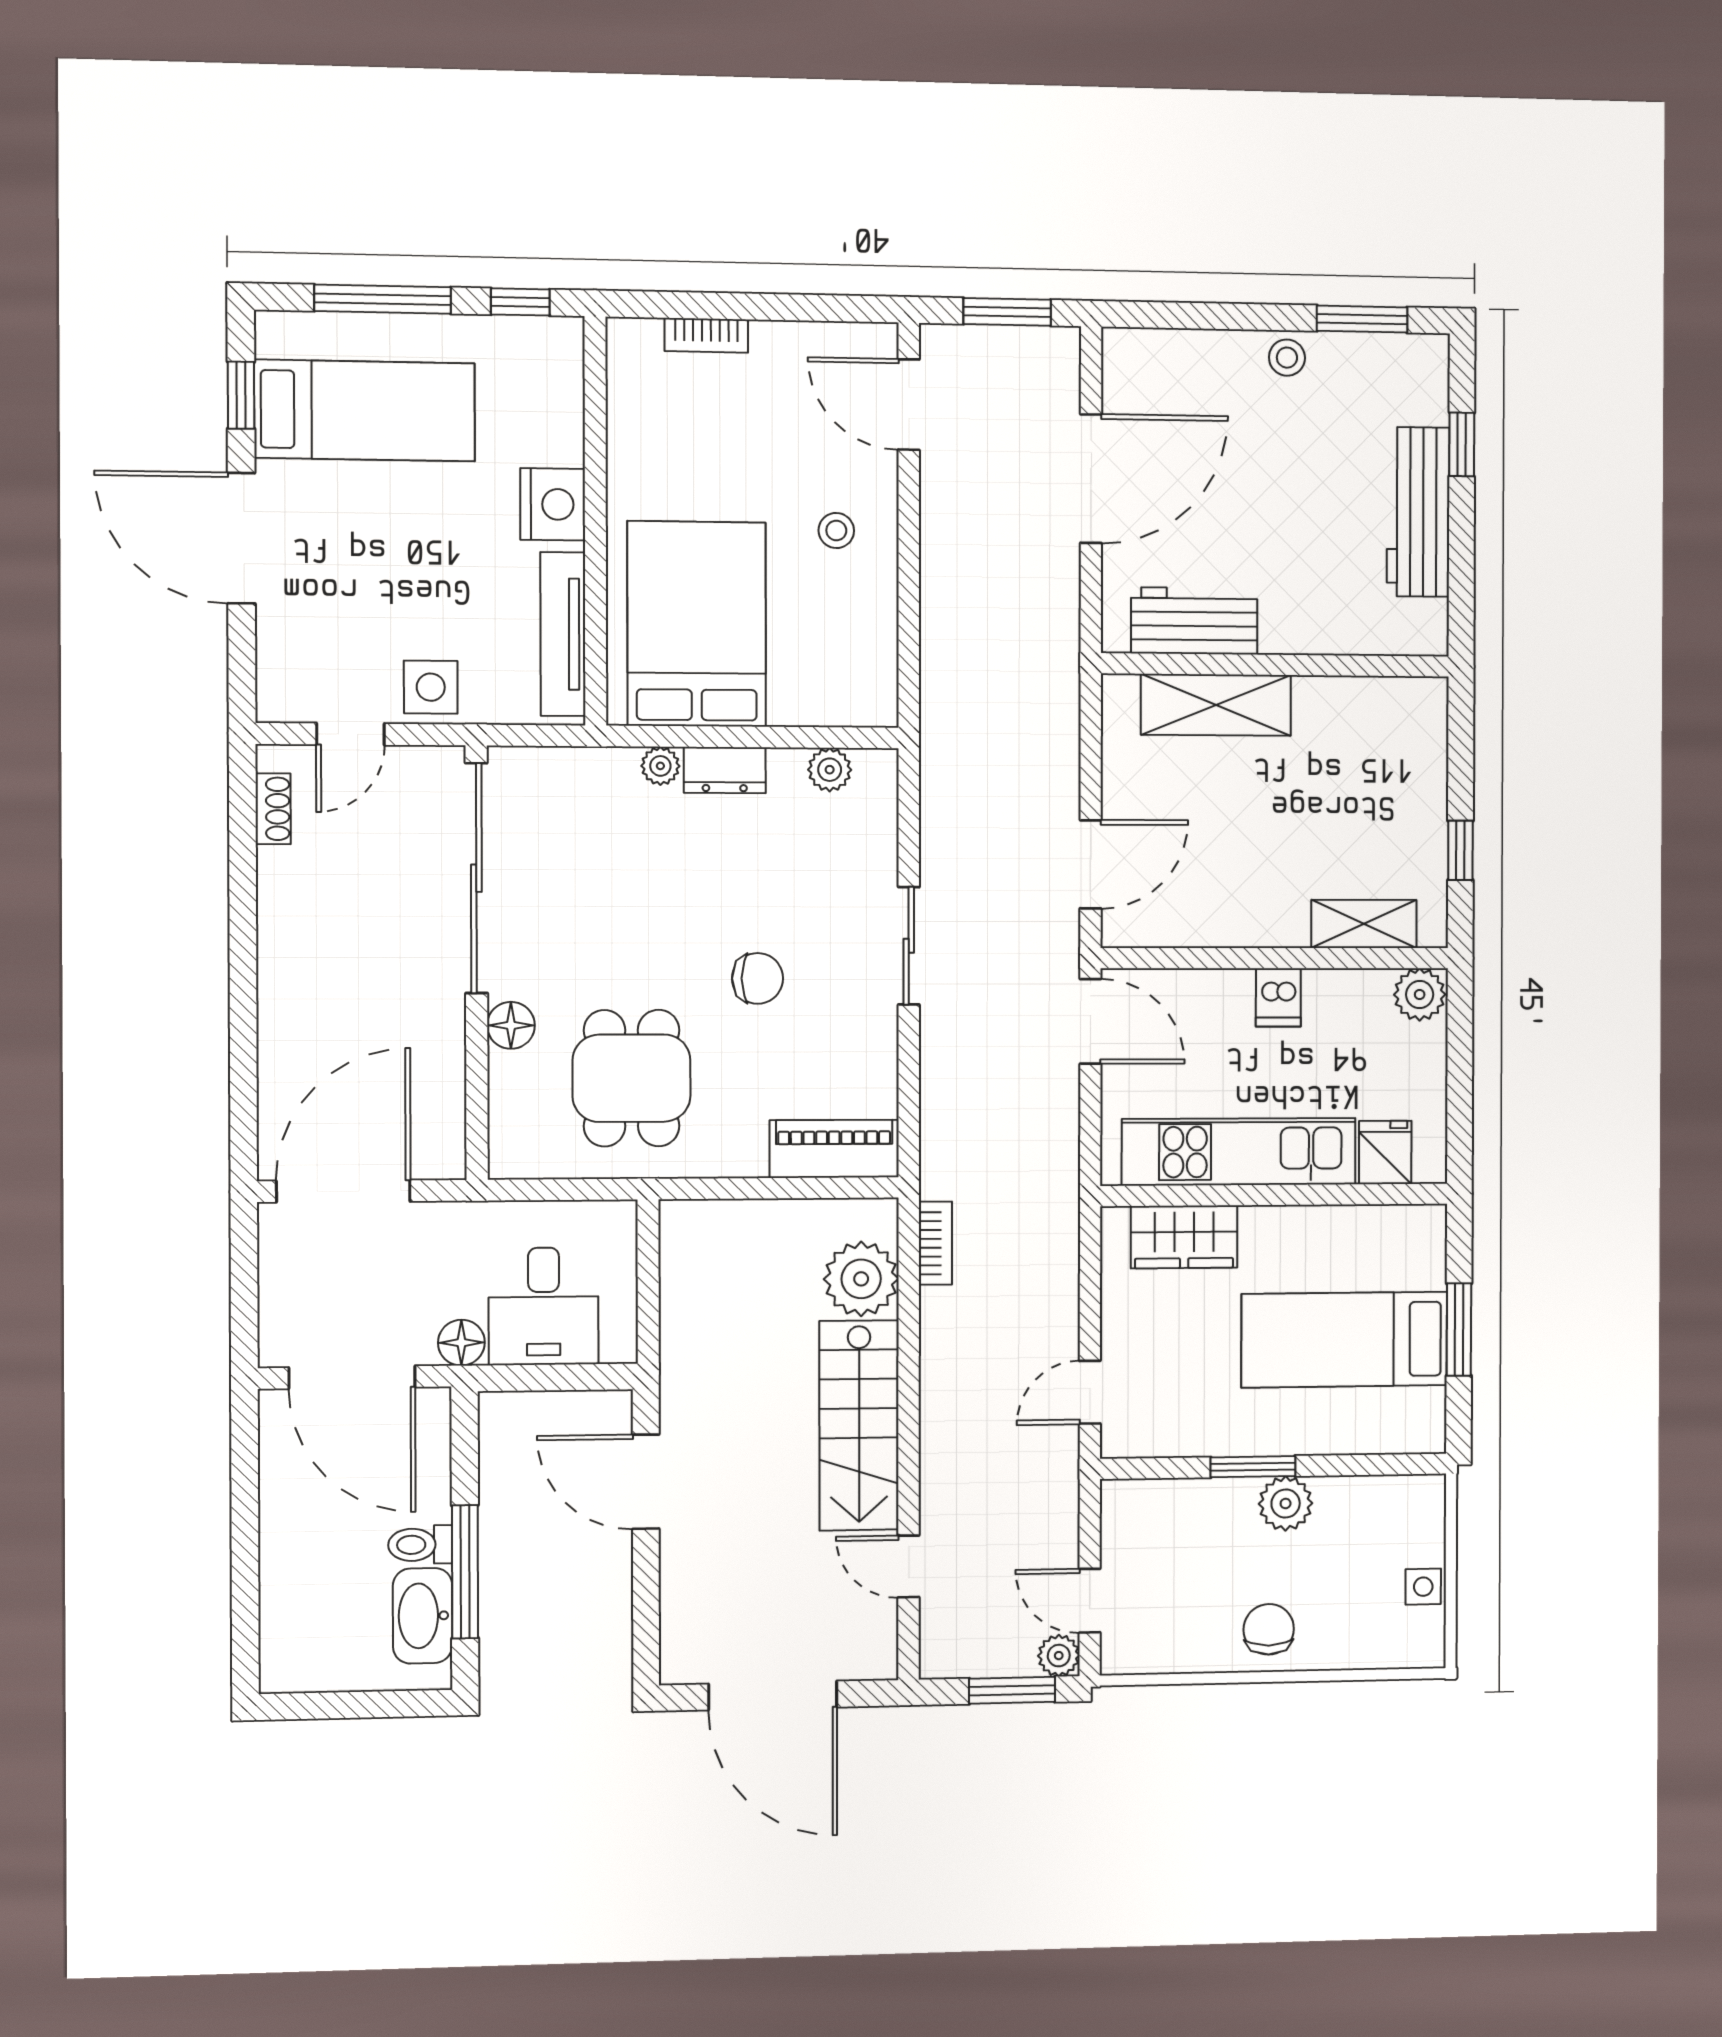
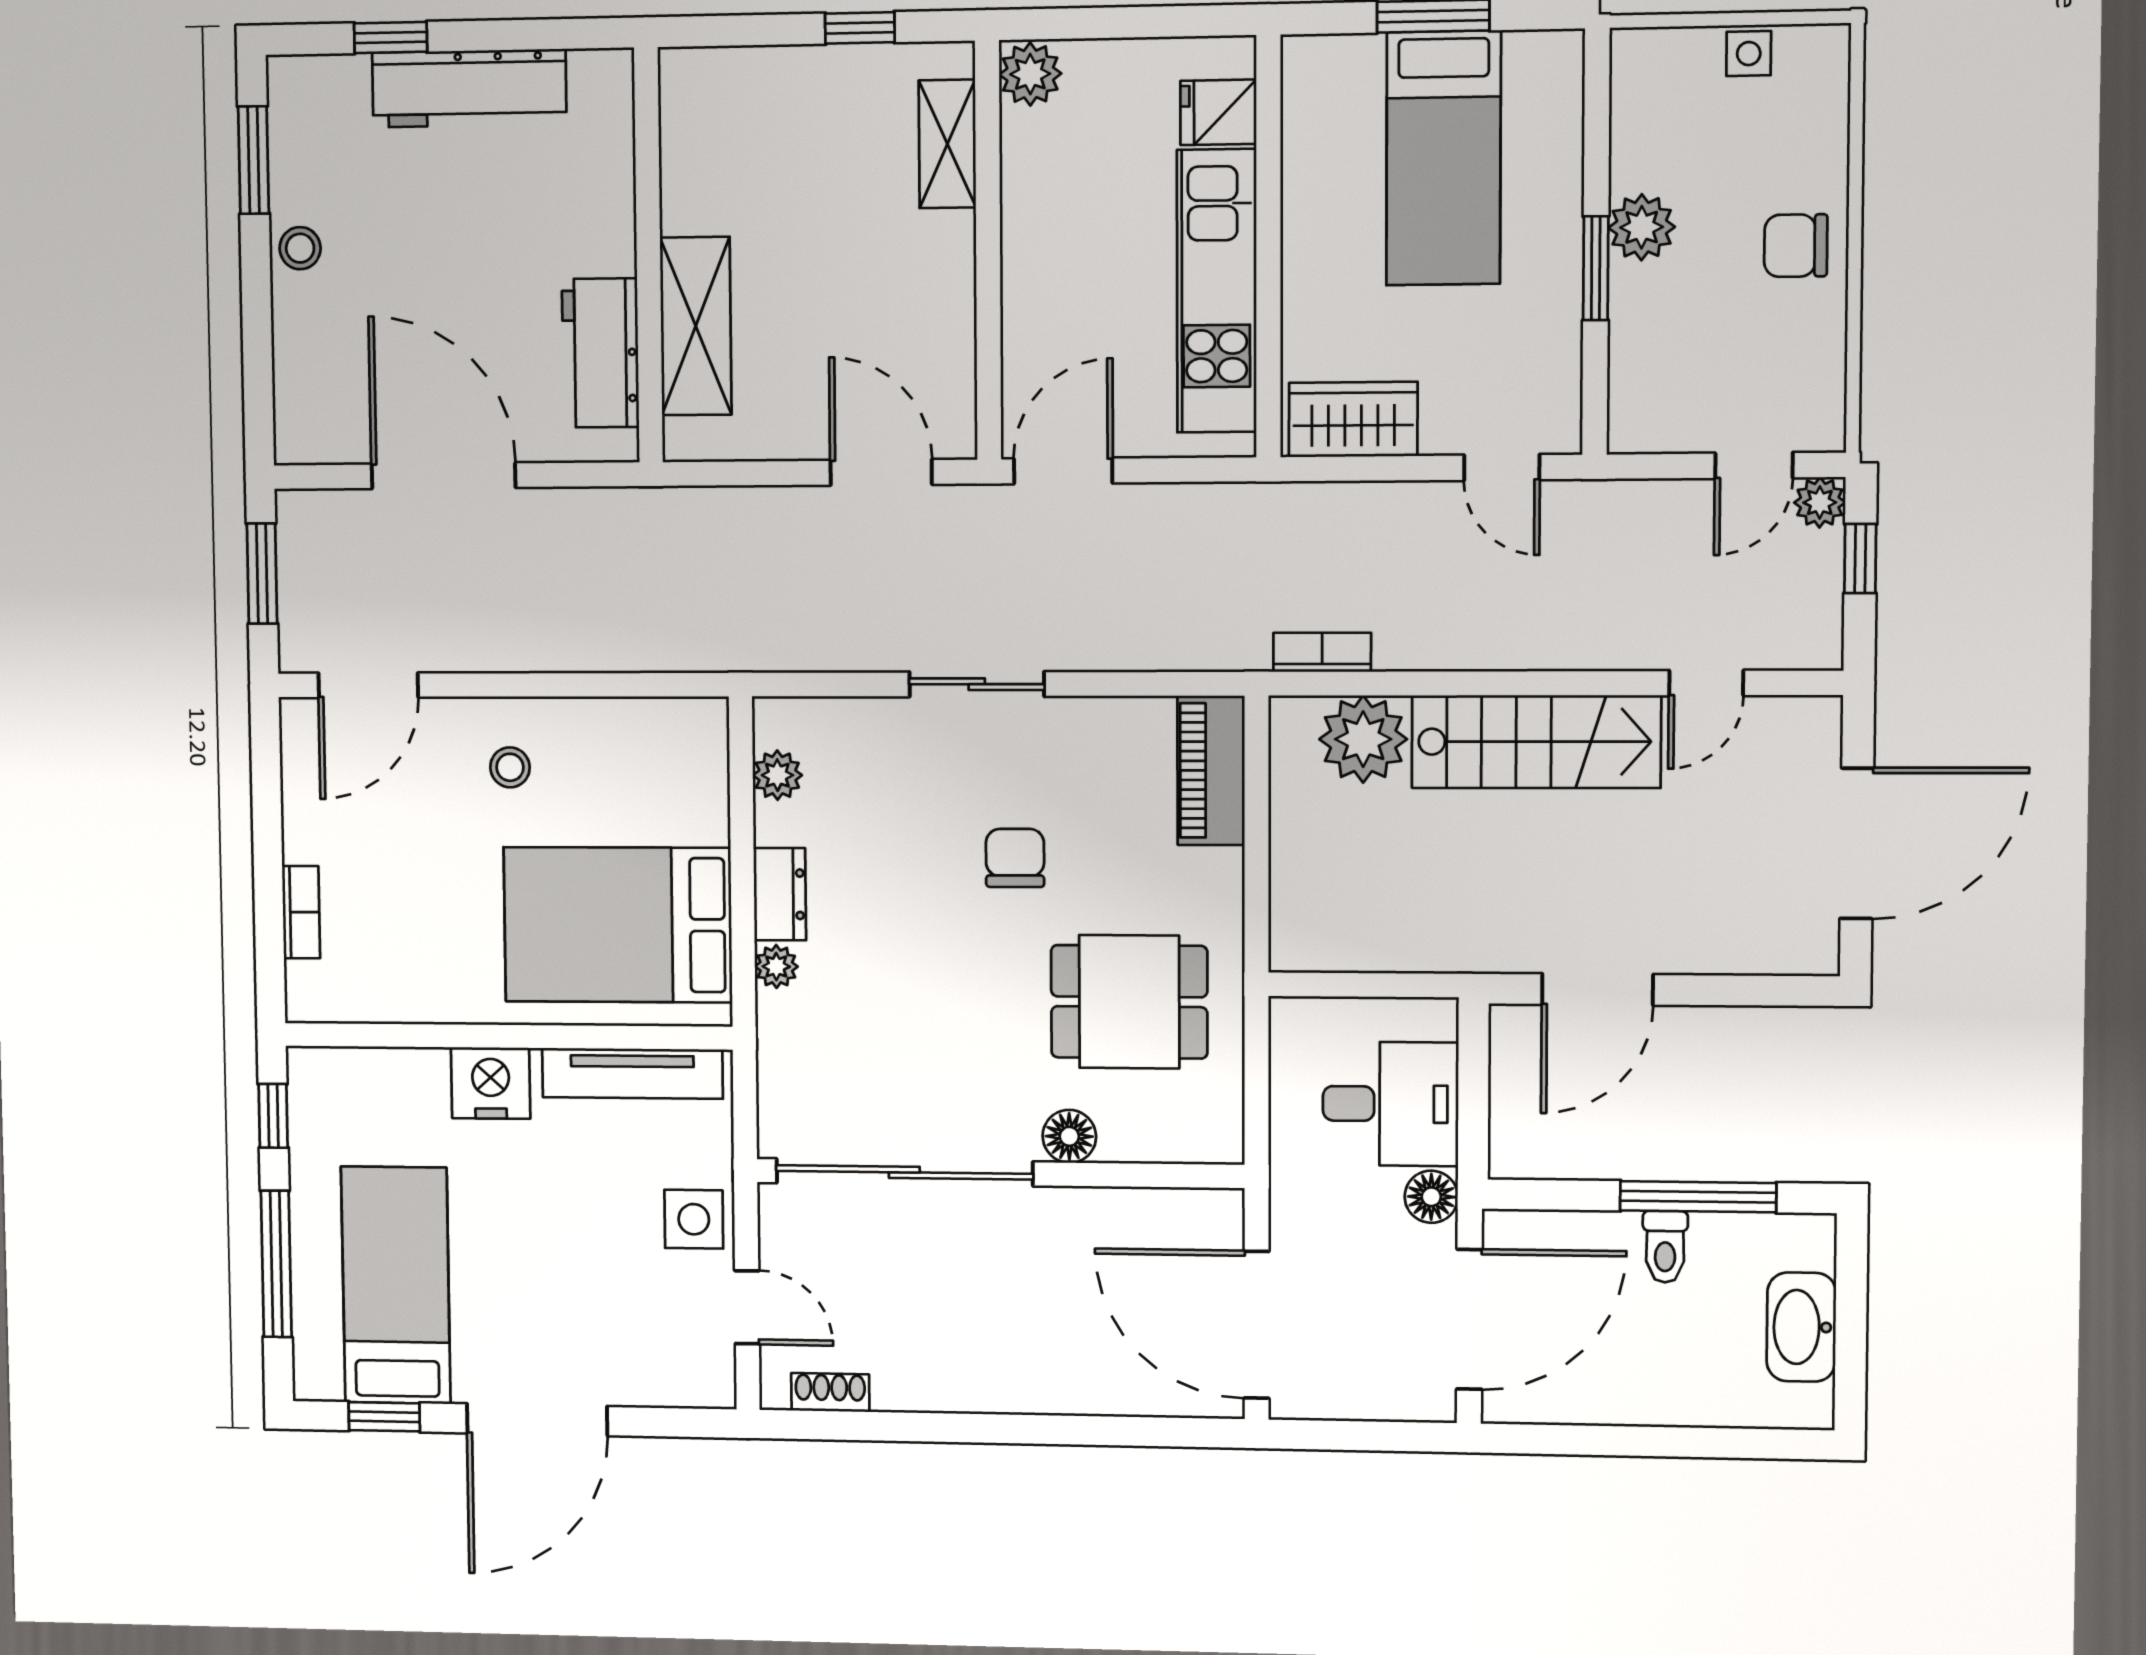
dishwasher: (1278, 997) -> (1034, 246), removed
wardrobe: (1184, 1237) -> (1353, 419), moved, turned -90
washbasin: (423, 1616) -> (1801, 1327), moved, turned 90
window: (1012, 1690) -> (1860, 559), width x0.67

